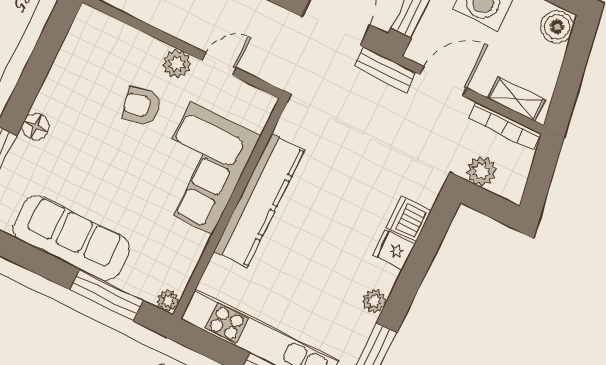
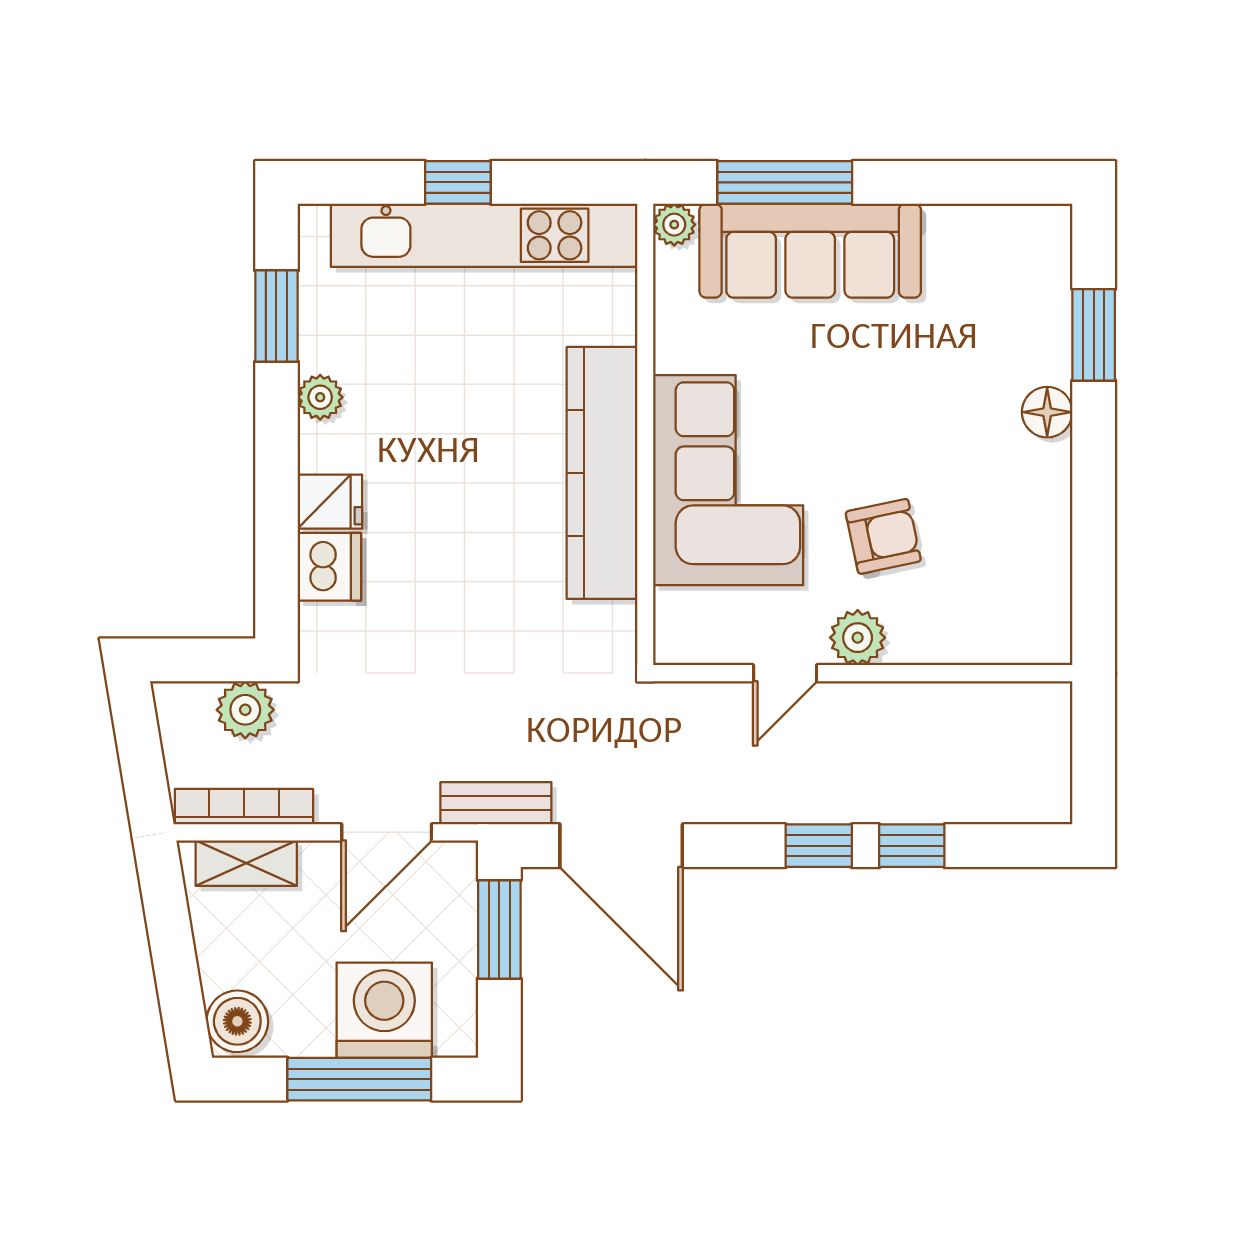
sofa: (71, 238) -> (810, 251), moved

